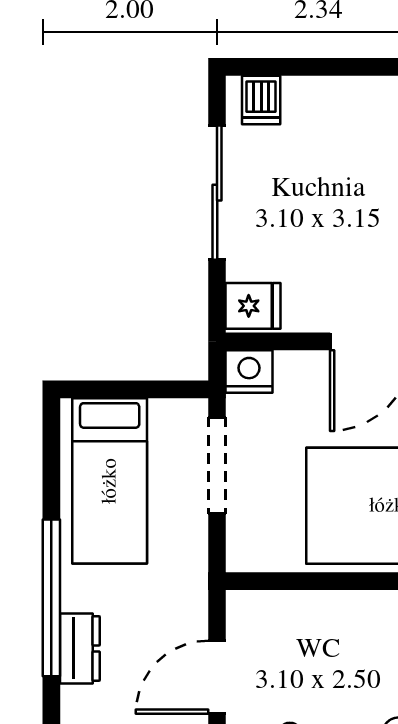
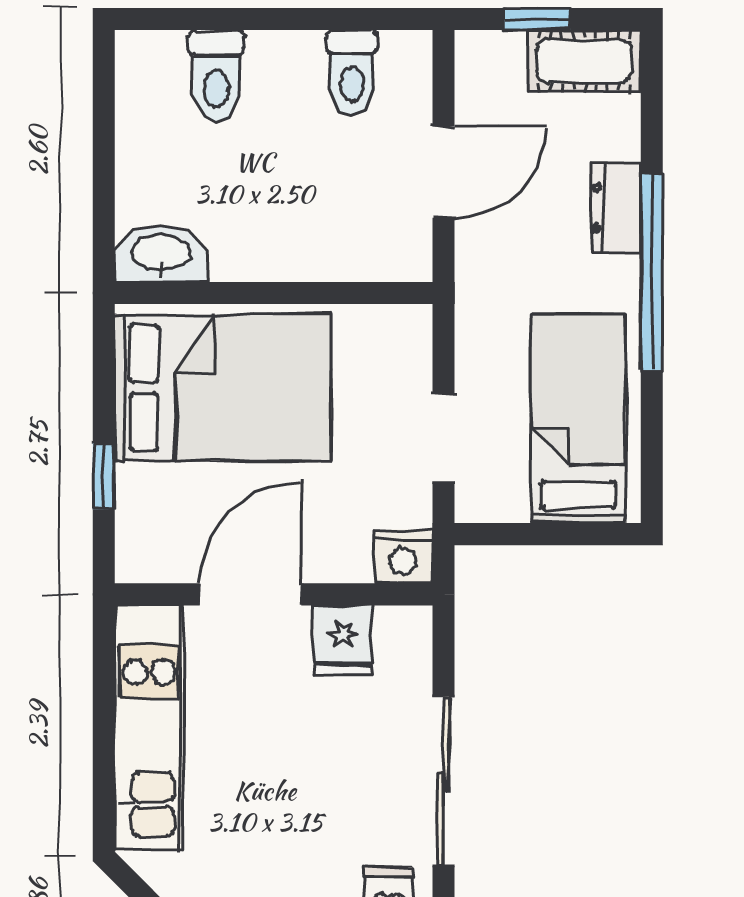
fridge: (253, 306) -> (343, 640), moved, turned -90
doorway: (217, 466) -> (444, 438), width x0.73

